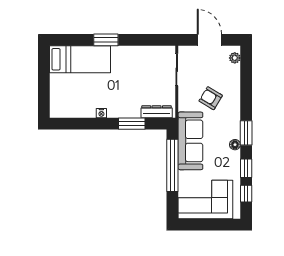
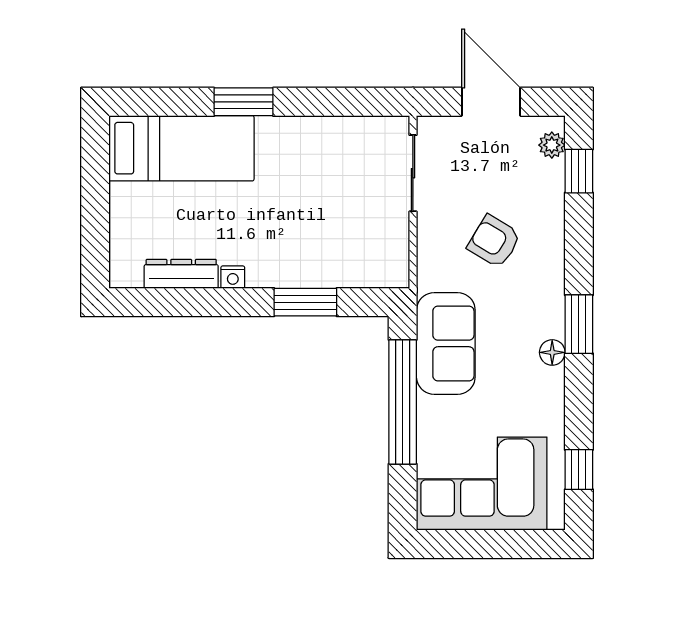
dresser: (157, 112) -> (181, 274), moved
sofa: (190, 141) -> (446, 343), width x0.73
window: (246, 168) -> (579, 171), moved

